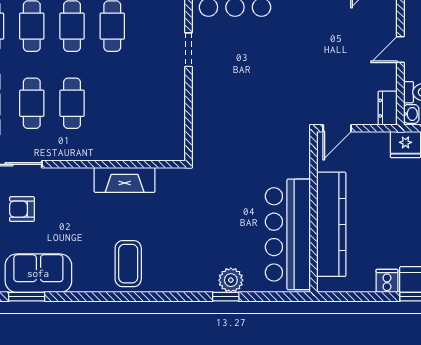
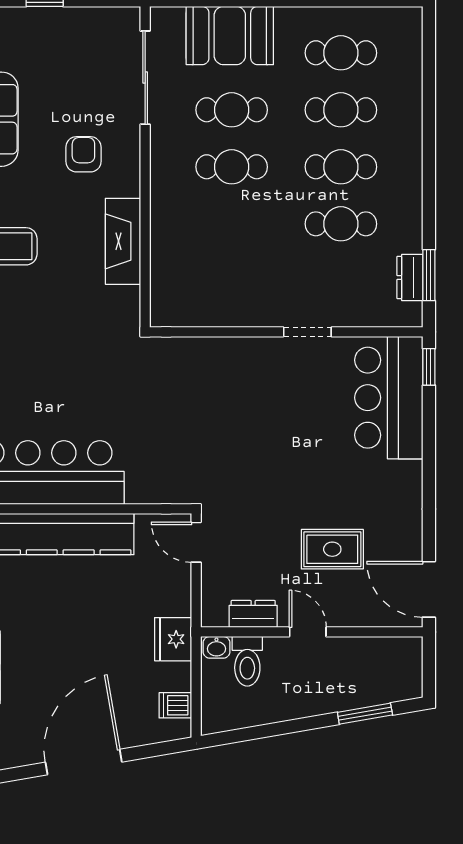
rug: (342, 32) -> (332, 549), added
dresser: (388, 108) -> (253, 614), moved
armchair: (22, 209) -> (83, 154), moved

